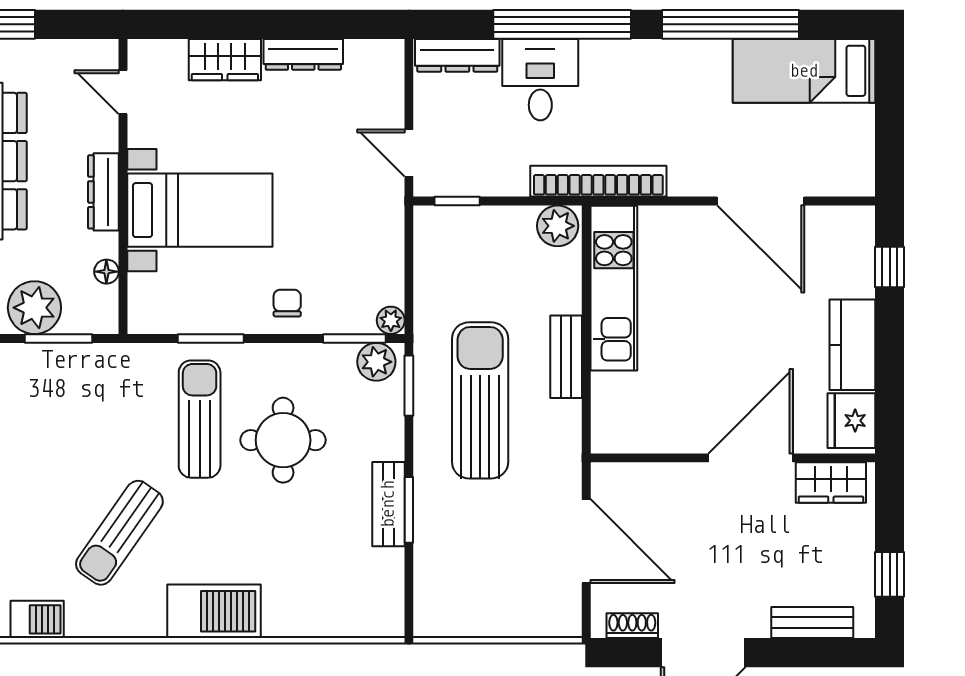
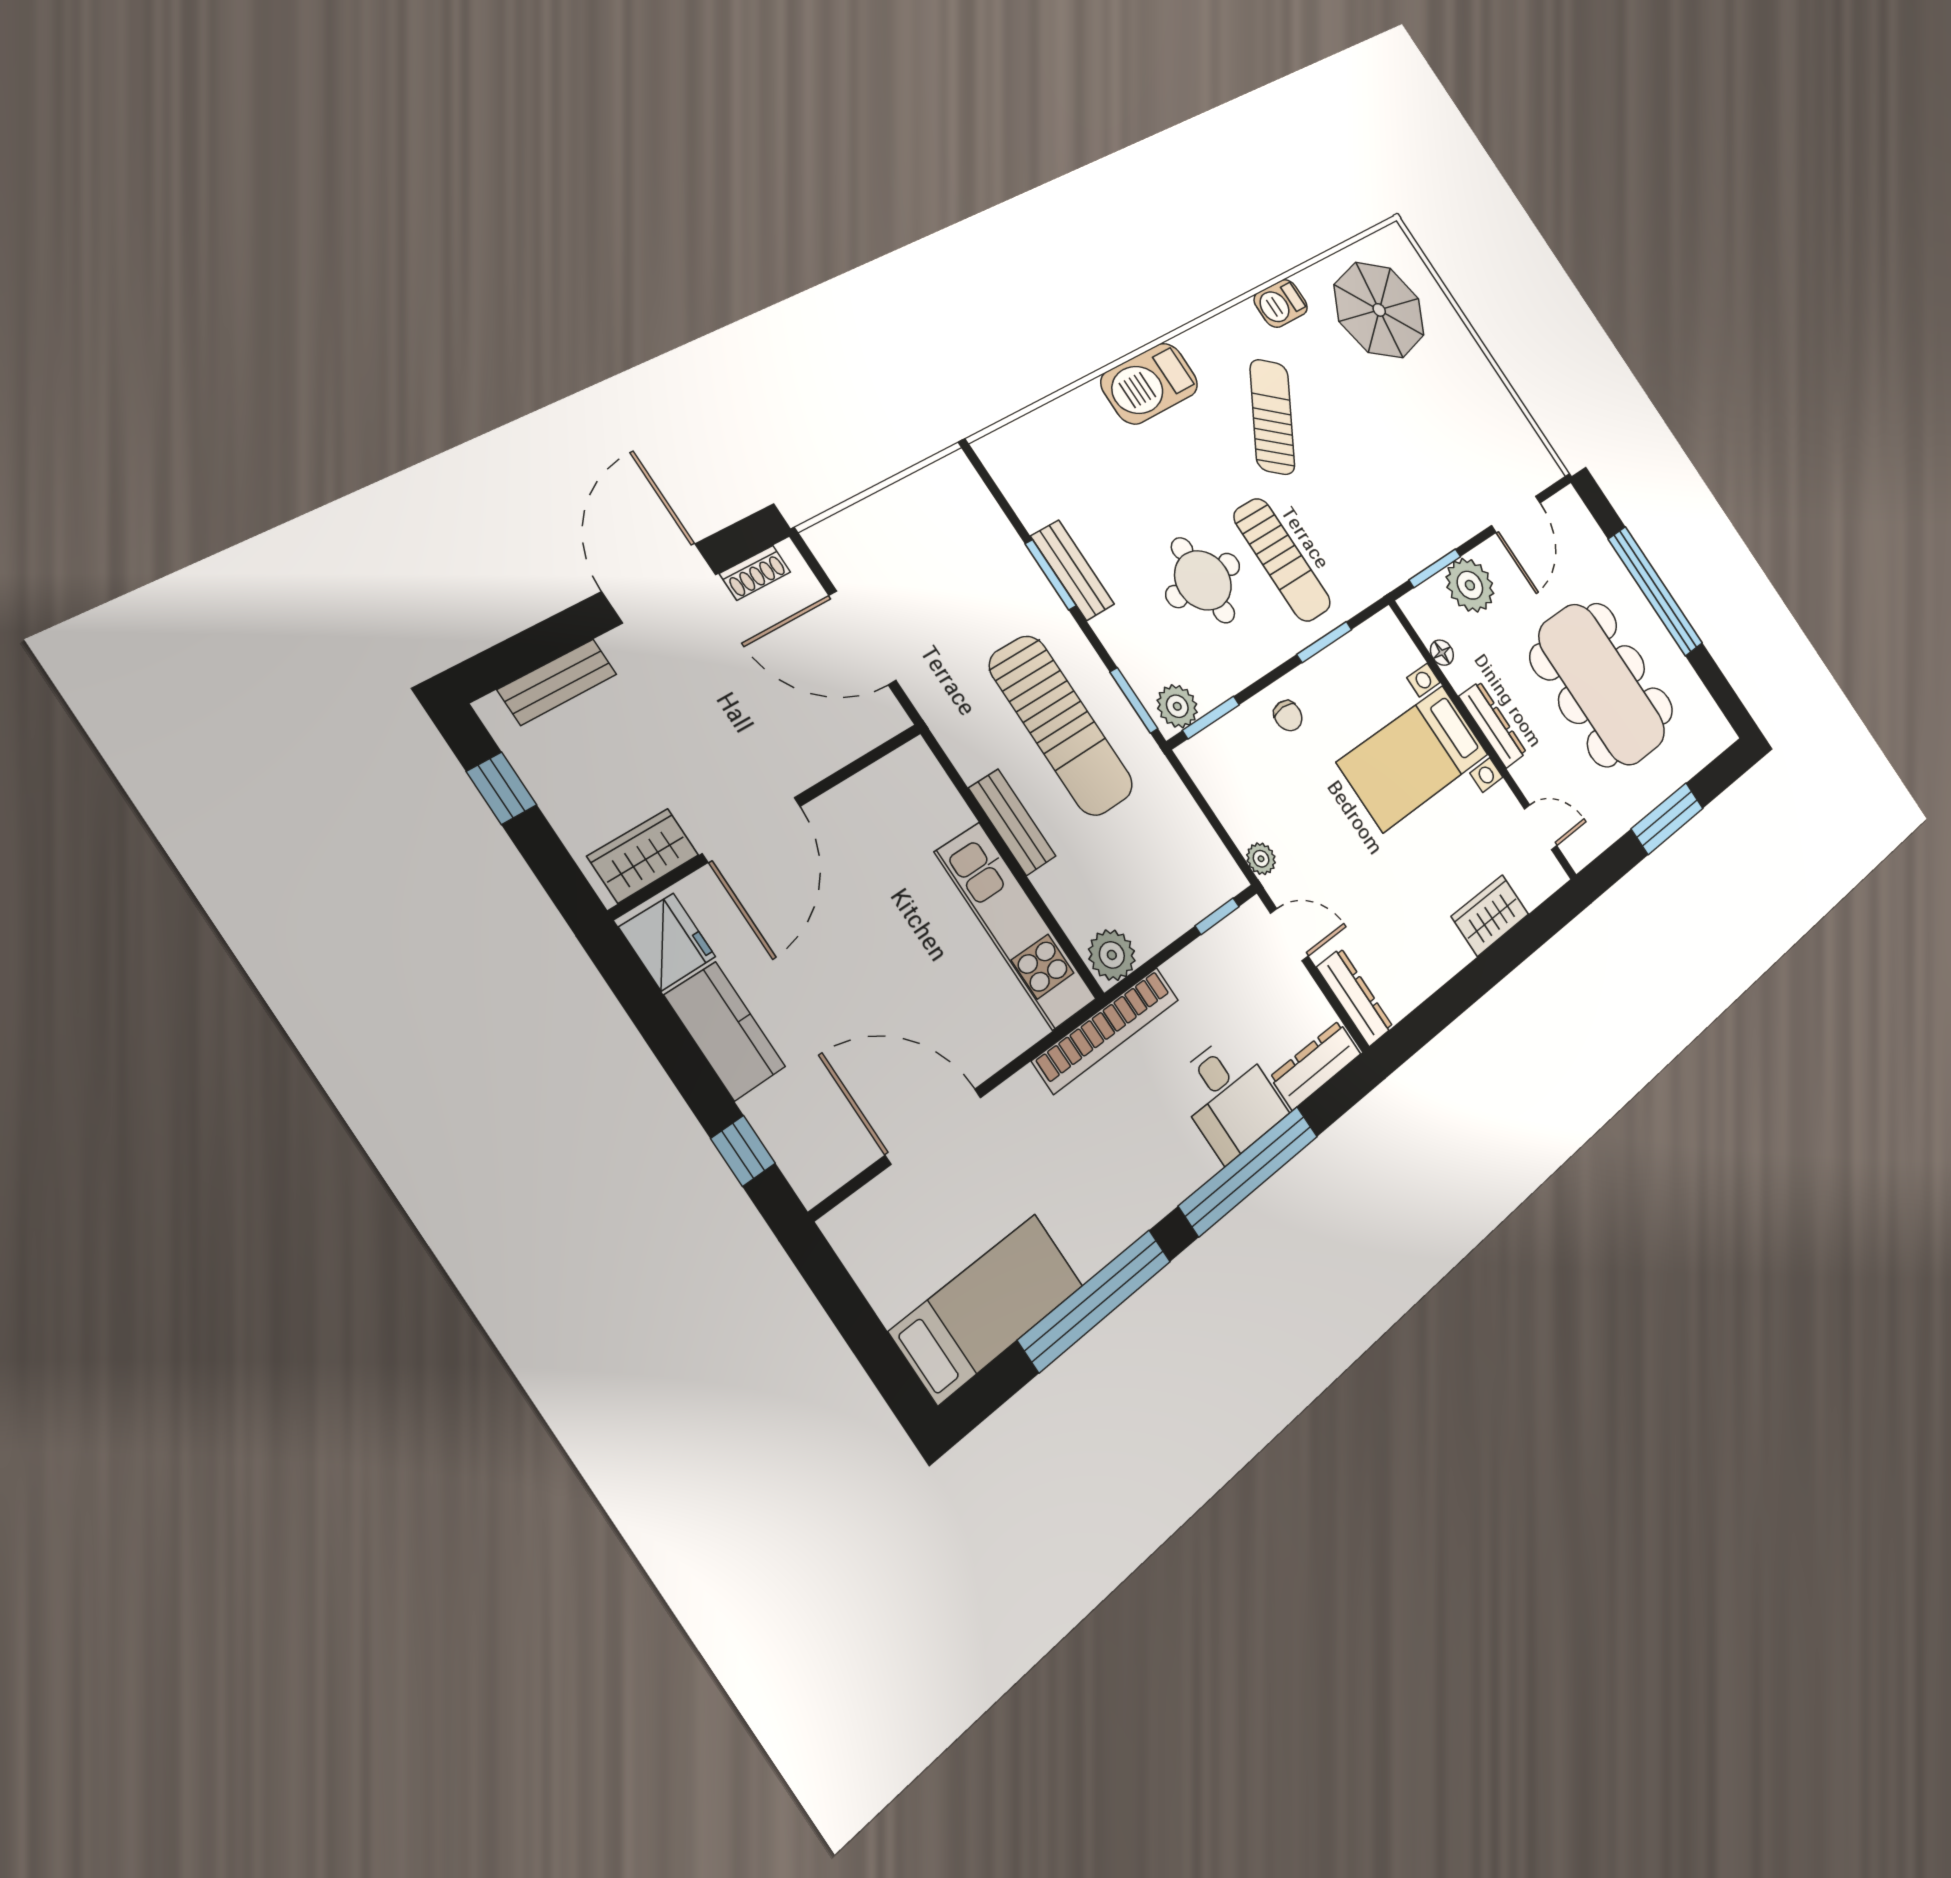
dresser: (303, 54) -> (1355, 997), moved, turned 90
plant: (391, 320) -> (1261, 859), moved

